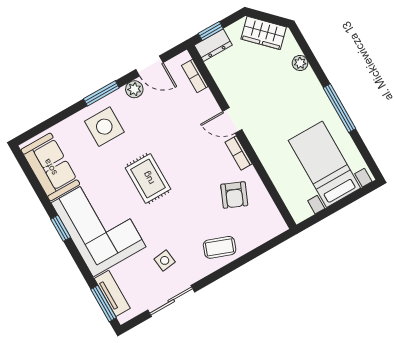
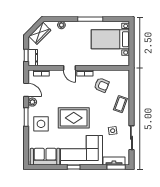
door: (149, 66) -> (26, 90), hinge flipped
door: (232, 120) -> (69, 68), hinge flipped
rug: (148, 178) -> (74, 118), width x1.36, depth x1.43

